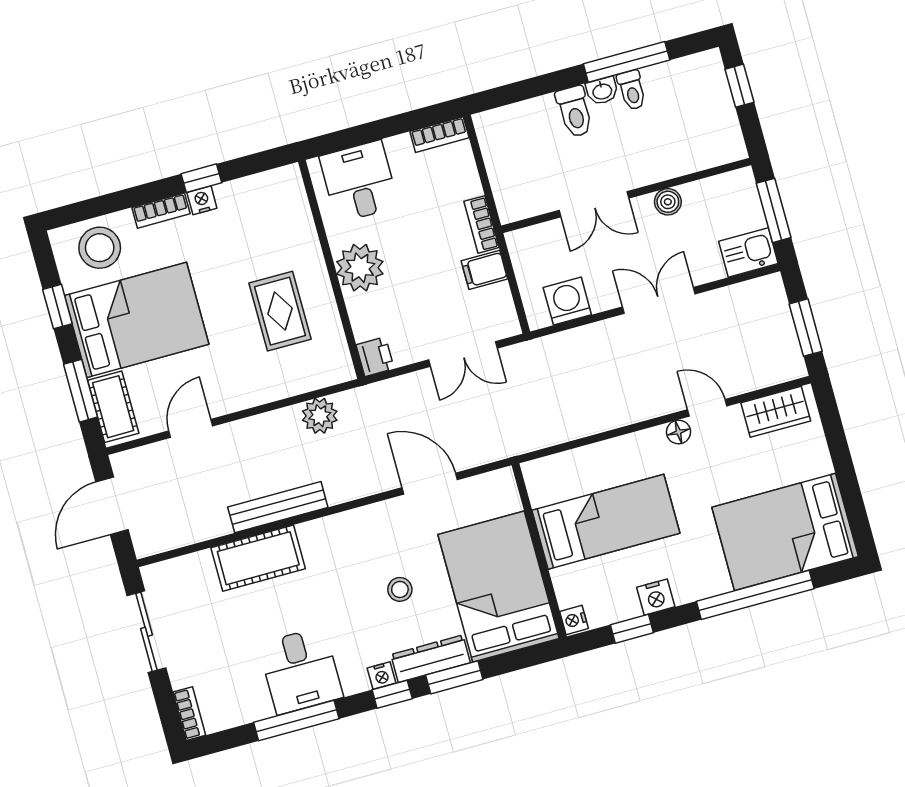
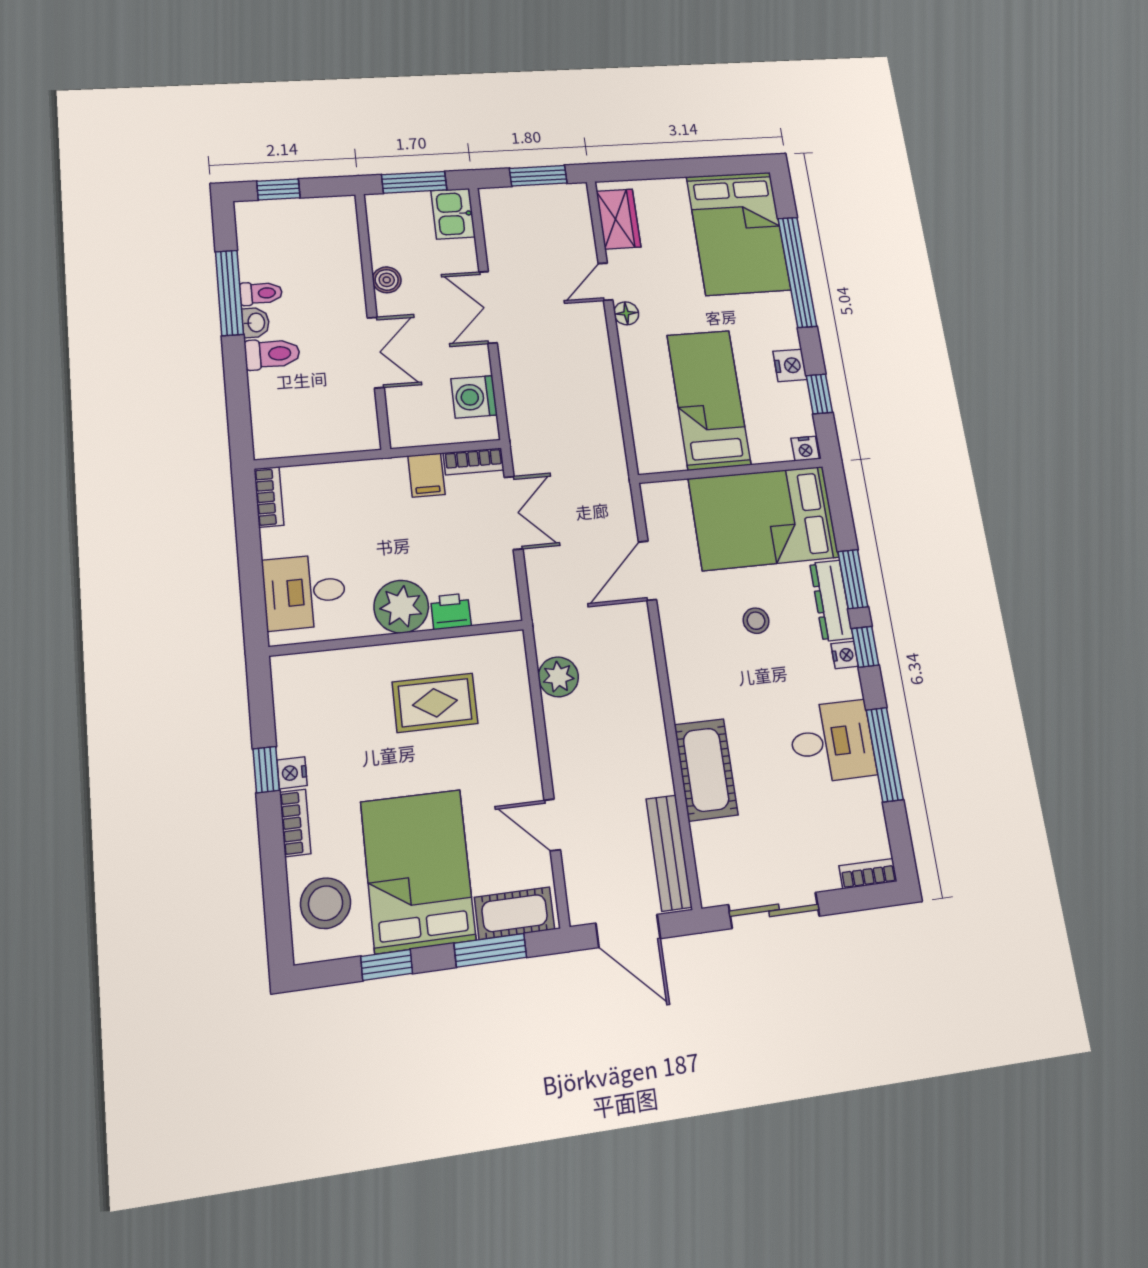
bookcase: (481, 224) -> (474, 461), moved
printer: (375, 357) -> (451, 611), moved
bench: (278, 507) -> (669, 853), moved

